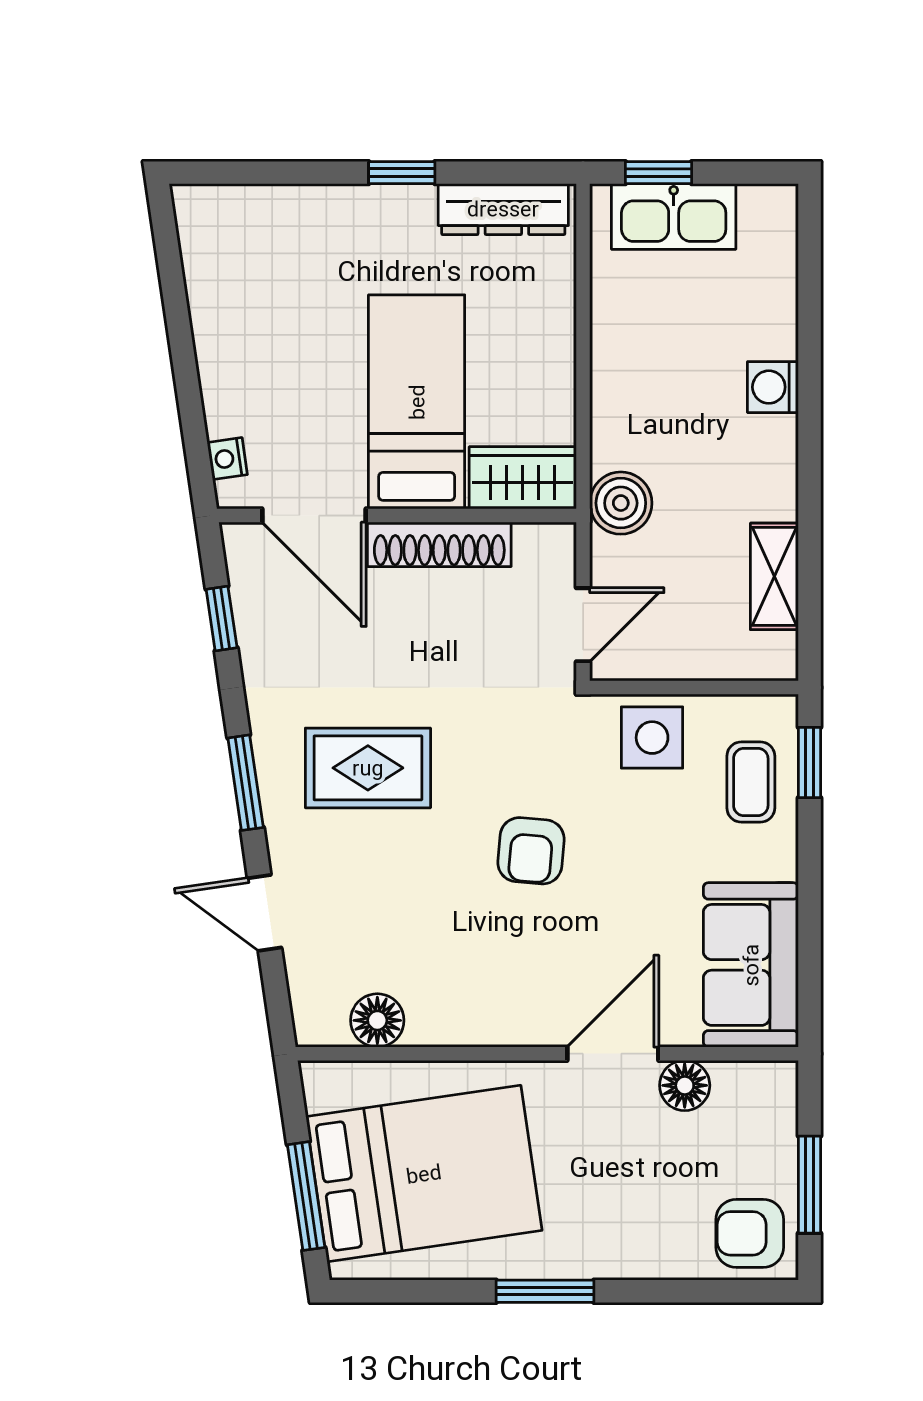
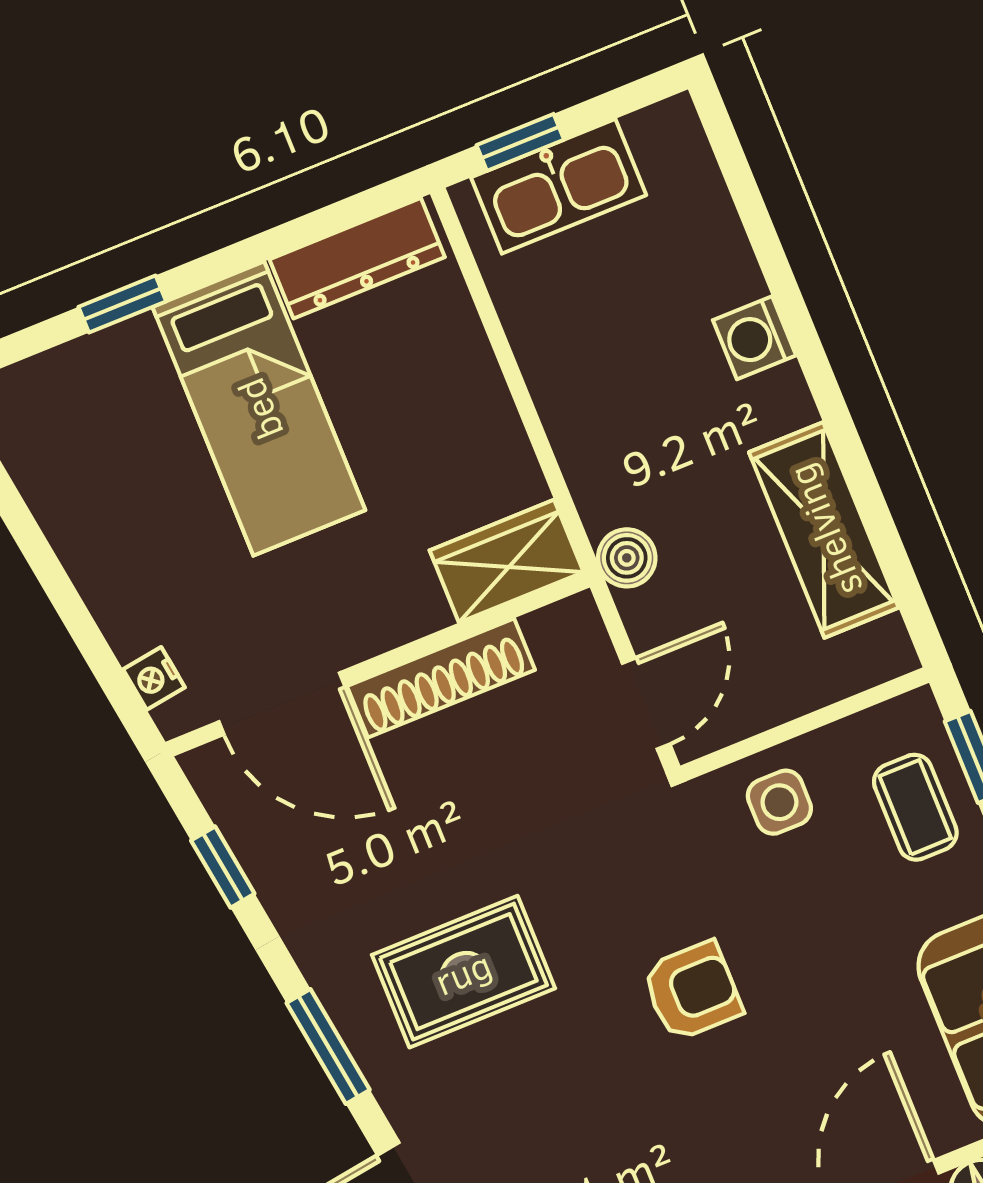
window: (402, 173) -> (122, 304), moved
bed: (417, 402) -> (259, 409), moved, turned 180
boiler: (621, 503) -> (627, 558), width x0.73, depth x0.73
shelving: (774, 576) -> (824, 530), width x1.50, depth x1.33
side table: (652, 738) -> (779, 802), width x0.73, depth x0.73
armchair: (531, 851) -> (692, 991), turned -95

